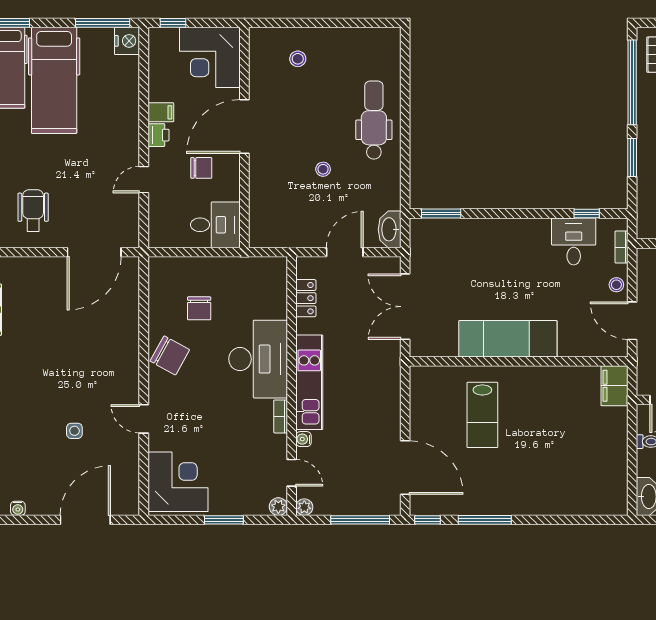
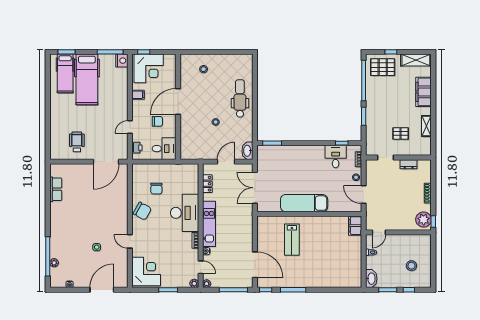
corner desk: (210, 57) -> (149, 68), moved, turned -90
printer: (158, 135) -> (137, 148), moved

